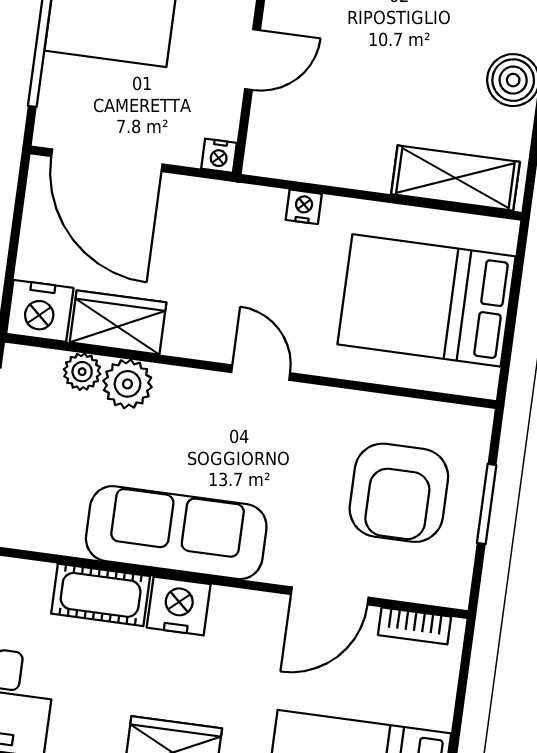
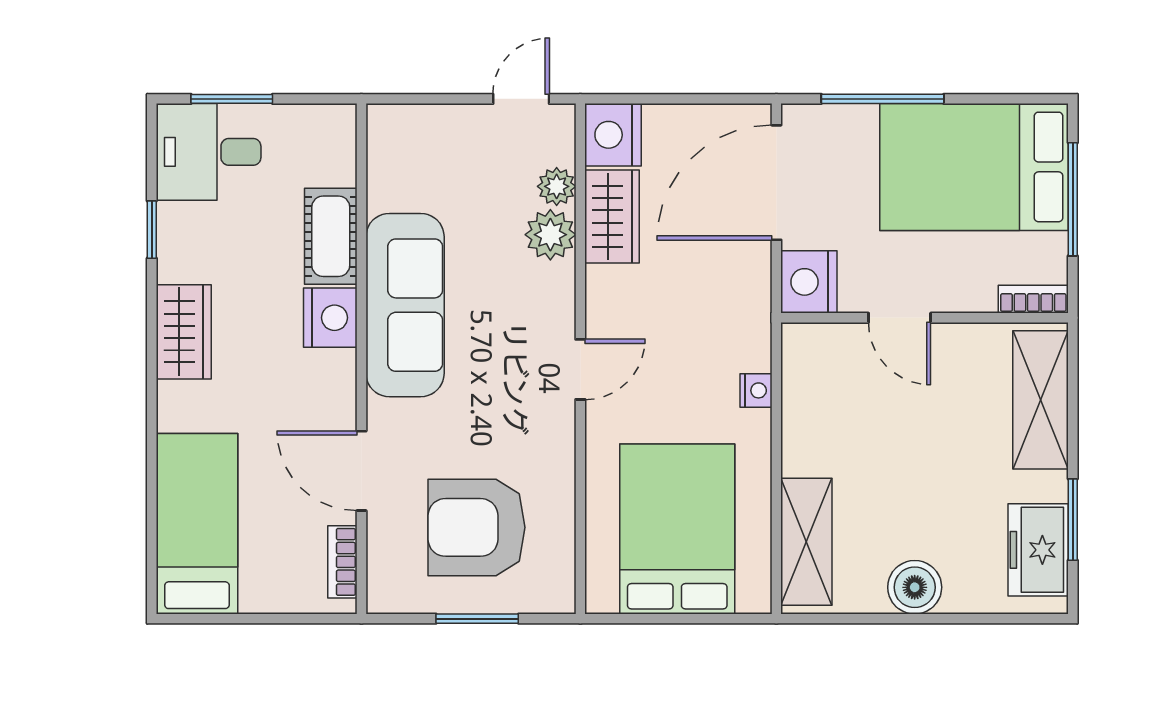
nightstand: (219, 156) -> (809, 282), width x1.89, depth x1.79

